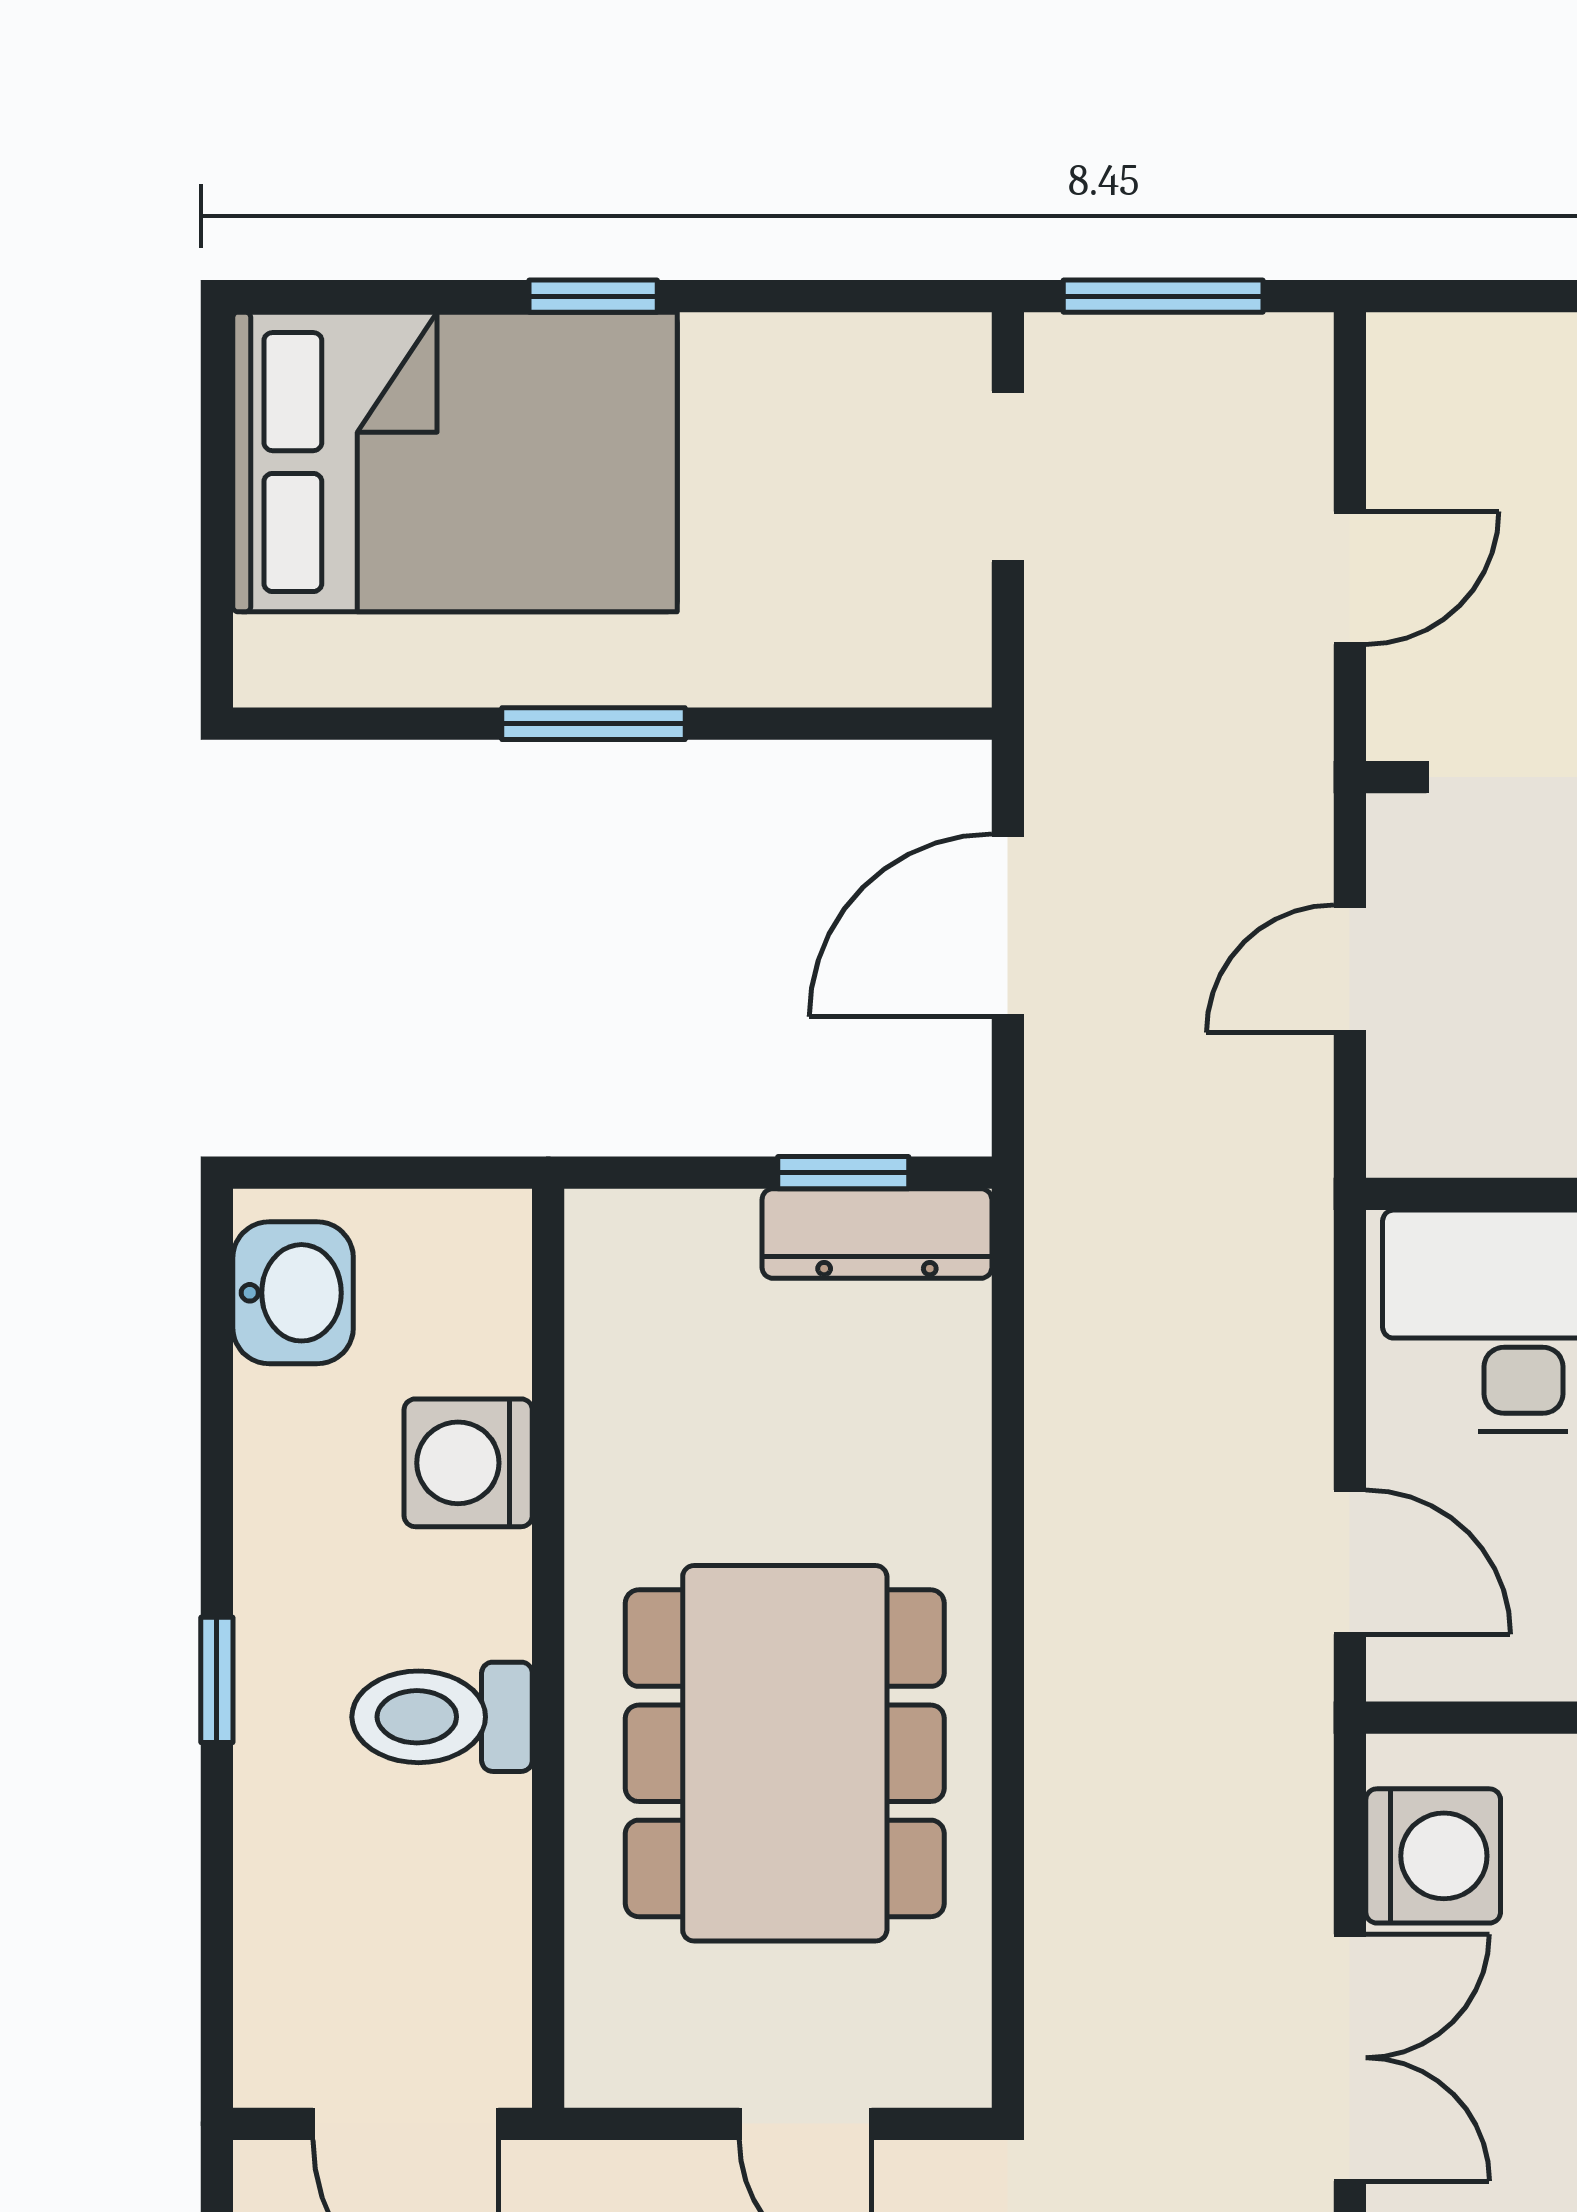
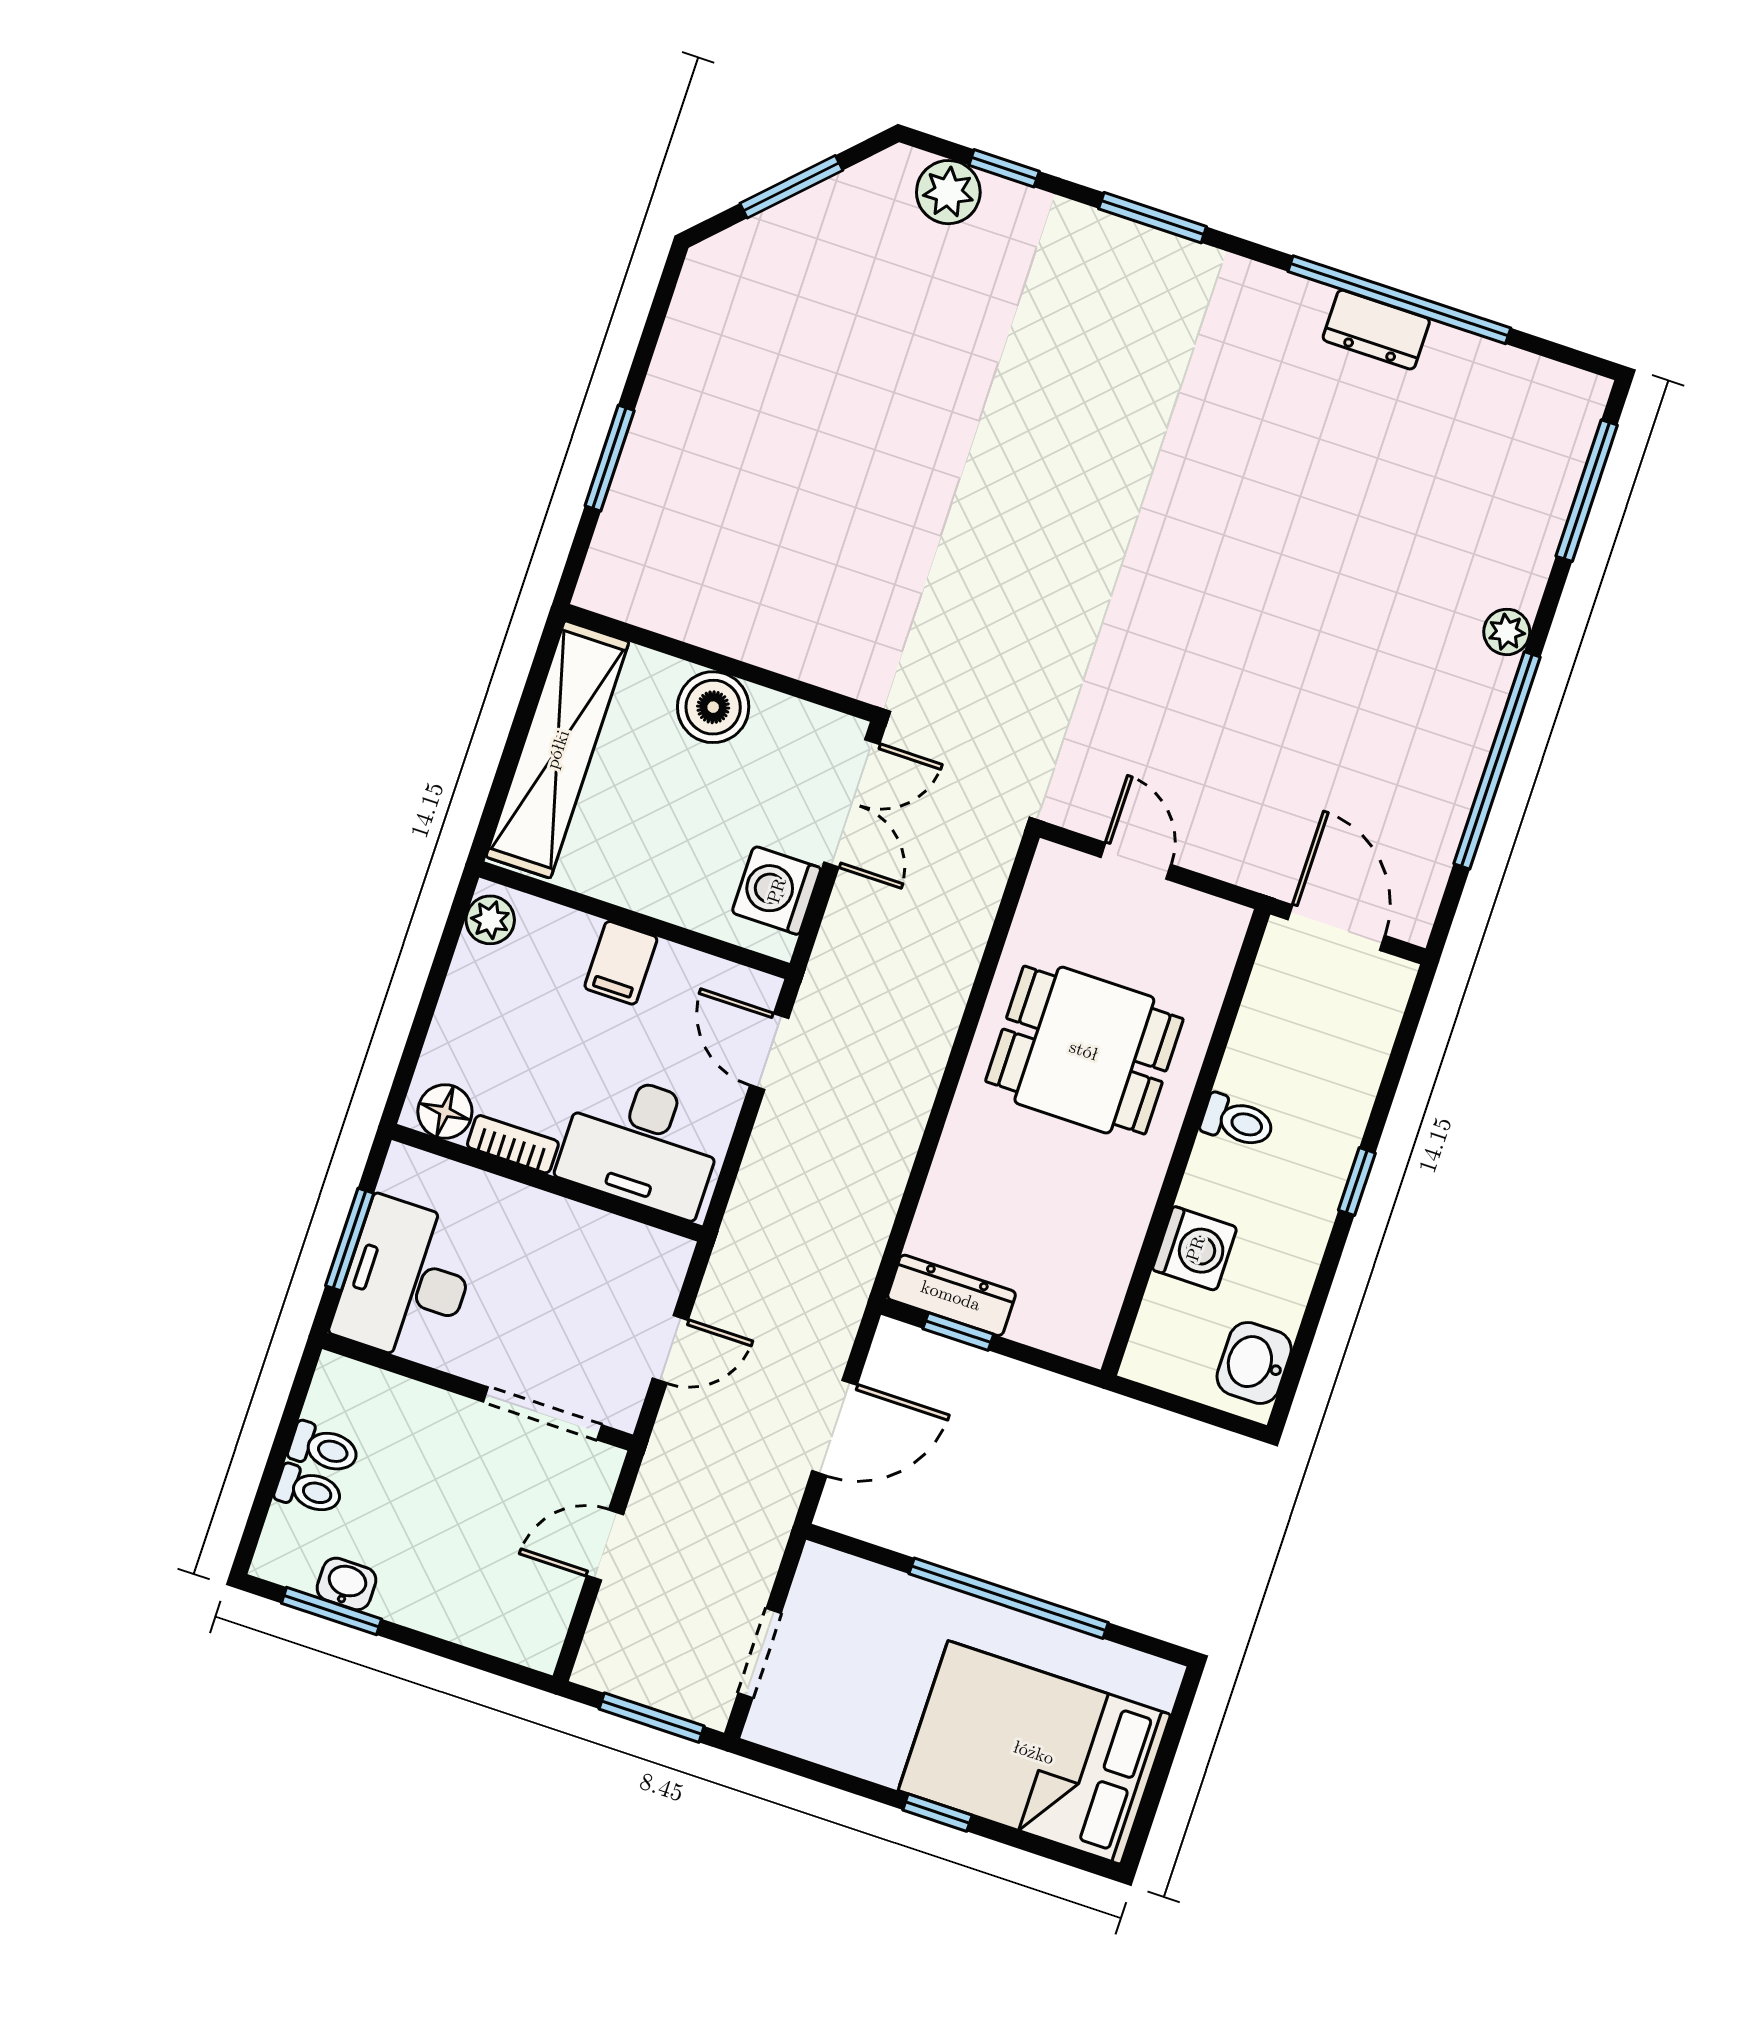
window: (593, 724) -> (1009, 1598), width x2.11
toilet: (442, 1717) -> (1238, 1121), width x0.73, depth x0.72
dining table: (785, 1753) -> (1084, 1050), width x0.73
double door: (1350, 2058) -> (852, 803), swing flipped

